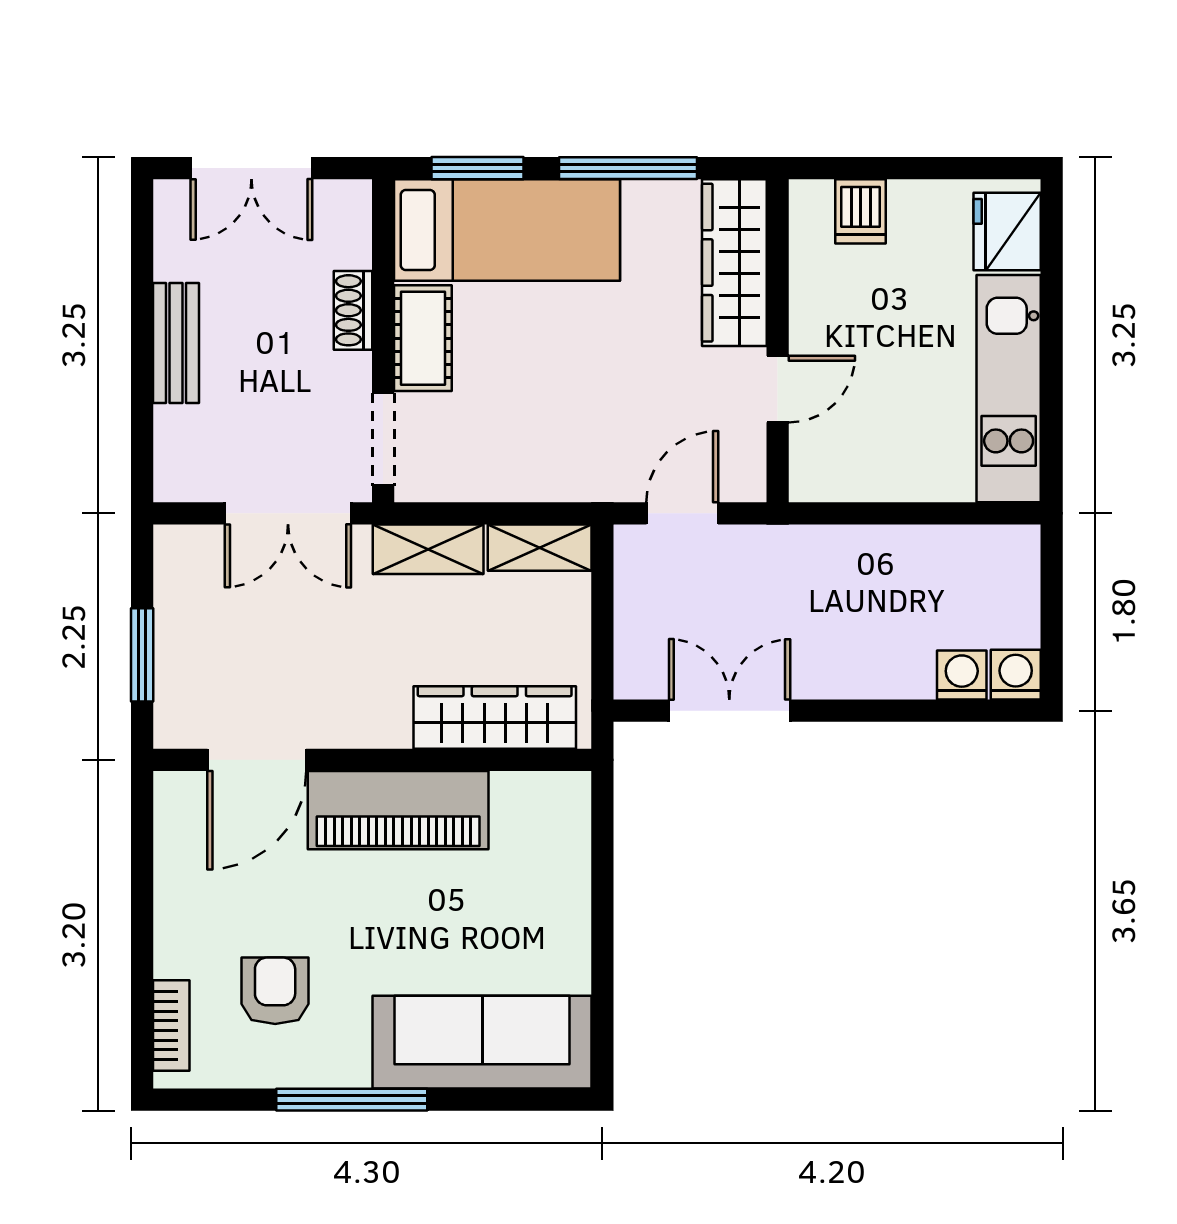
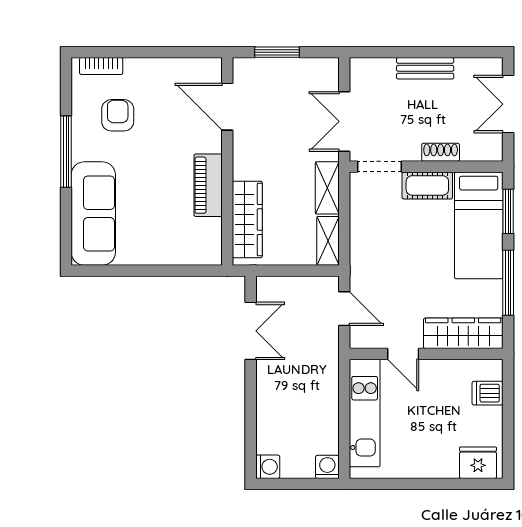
kitchen unit: (1009, 389) -> (365, 413), moved, turned 90
washing machine: (962, 675) -> (327, 467), moved, turned -90
piano: (398, 810) -> (208, 185), width x0.73, depth x0.75
armchair: (275, 991) -> (118, 115), turned -90

